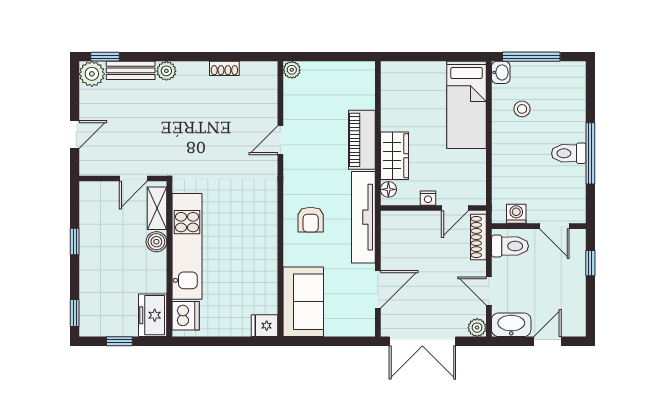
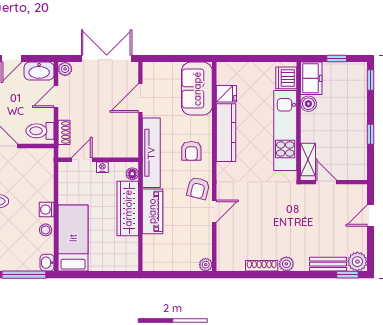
shoe rack: (224, 68) -> (262, 266), width x1.43
plant: (166, 71) -> (286, 264), moved
stool: (522, 109) -> (46, 230), moved
wardrobe: (394, 156) -> (128, 208), width x1.50
armchair: (302, 170) -> (198, 188), added
door: (133, 179) -> (326, 182), hinge flipped
washing machine: (516, 214) -> (47, 209), moved, turned 90
armchair: (311, 220) -> (191, 151), turned 180
shoe rack: (478, 237) -> (64, 132), width x0.70
boiler: (156, 242) -> (308, 104), moved
kitchen counter: (265, 244) -> (226, 133), added
door: (489, 291) -> (56, 97), swing flipped
fridge: (264, 326) -> (226, 94), moved

